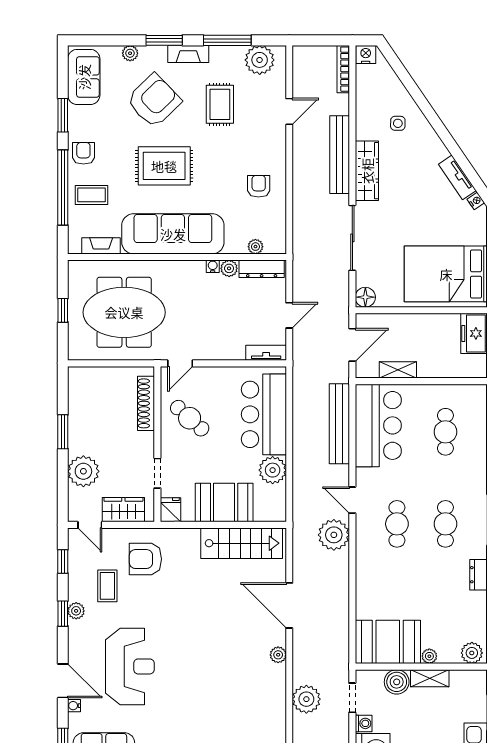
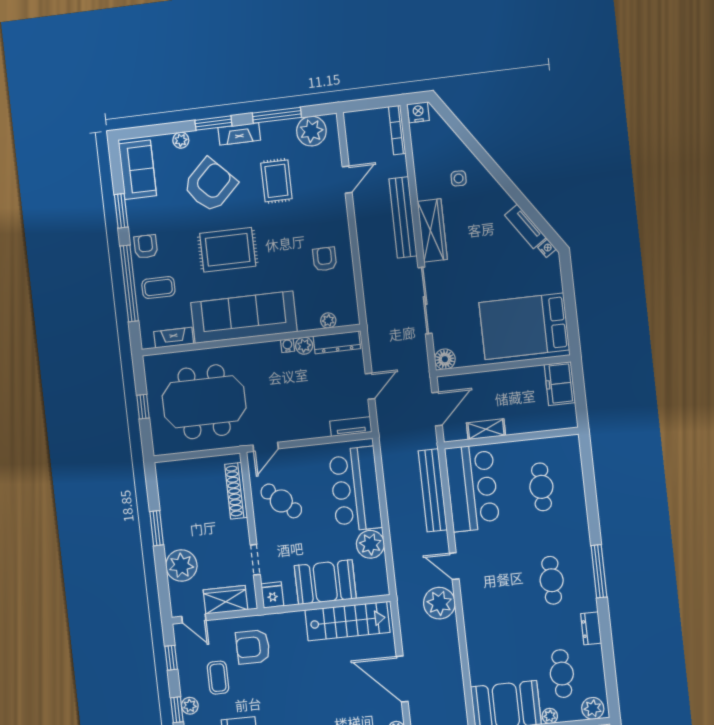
cafe table: (397, 524) -> (562, 674), moved

